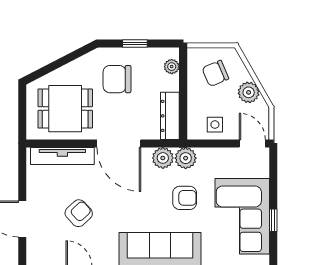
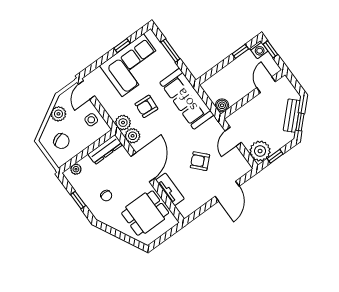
chair: (117, 79) -> (106, 196), width x0.54, depth x0.54
dining table: (65, 109) -> (145, 213), turned 90
tv unit: (62, 156) -> (170, 189), width x0.71
armchair: (185, 198) -> (146, 106), turned -86

